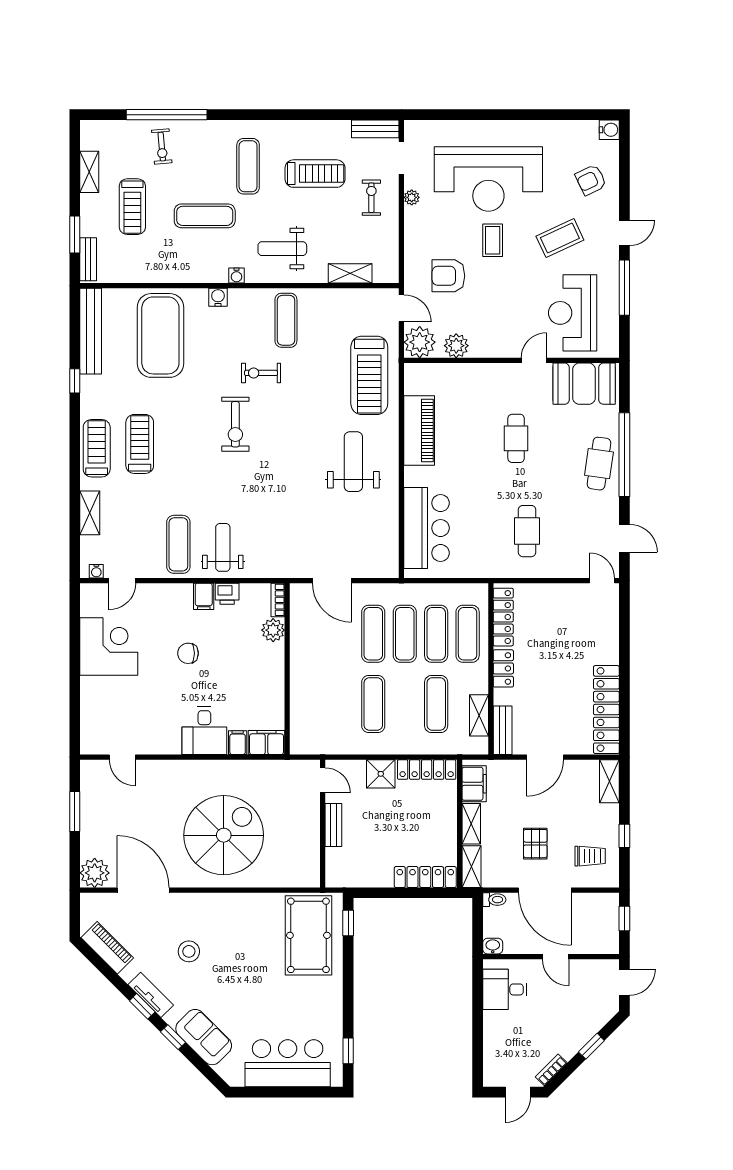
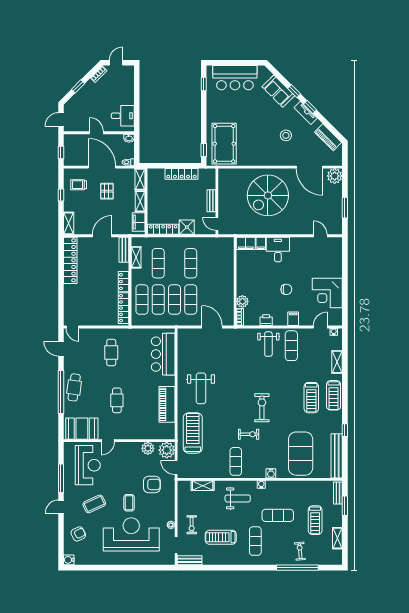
treadmill: (132, 207) -> (315, 520), turned 180
filing cabinet: (204, 596) -> (293, 319), moved
locker: (425, 877) -> (182, 174), moved

